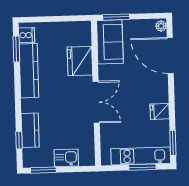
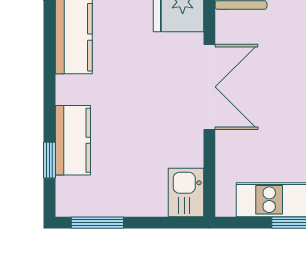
kitchen sink: (66, 158) -> (186, 192), moved, turned -90

